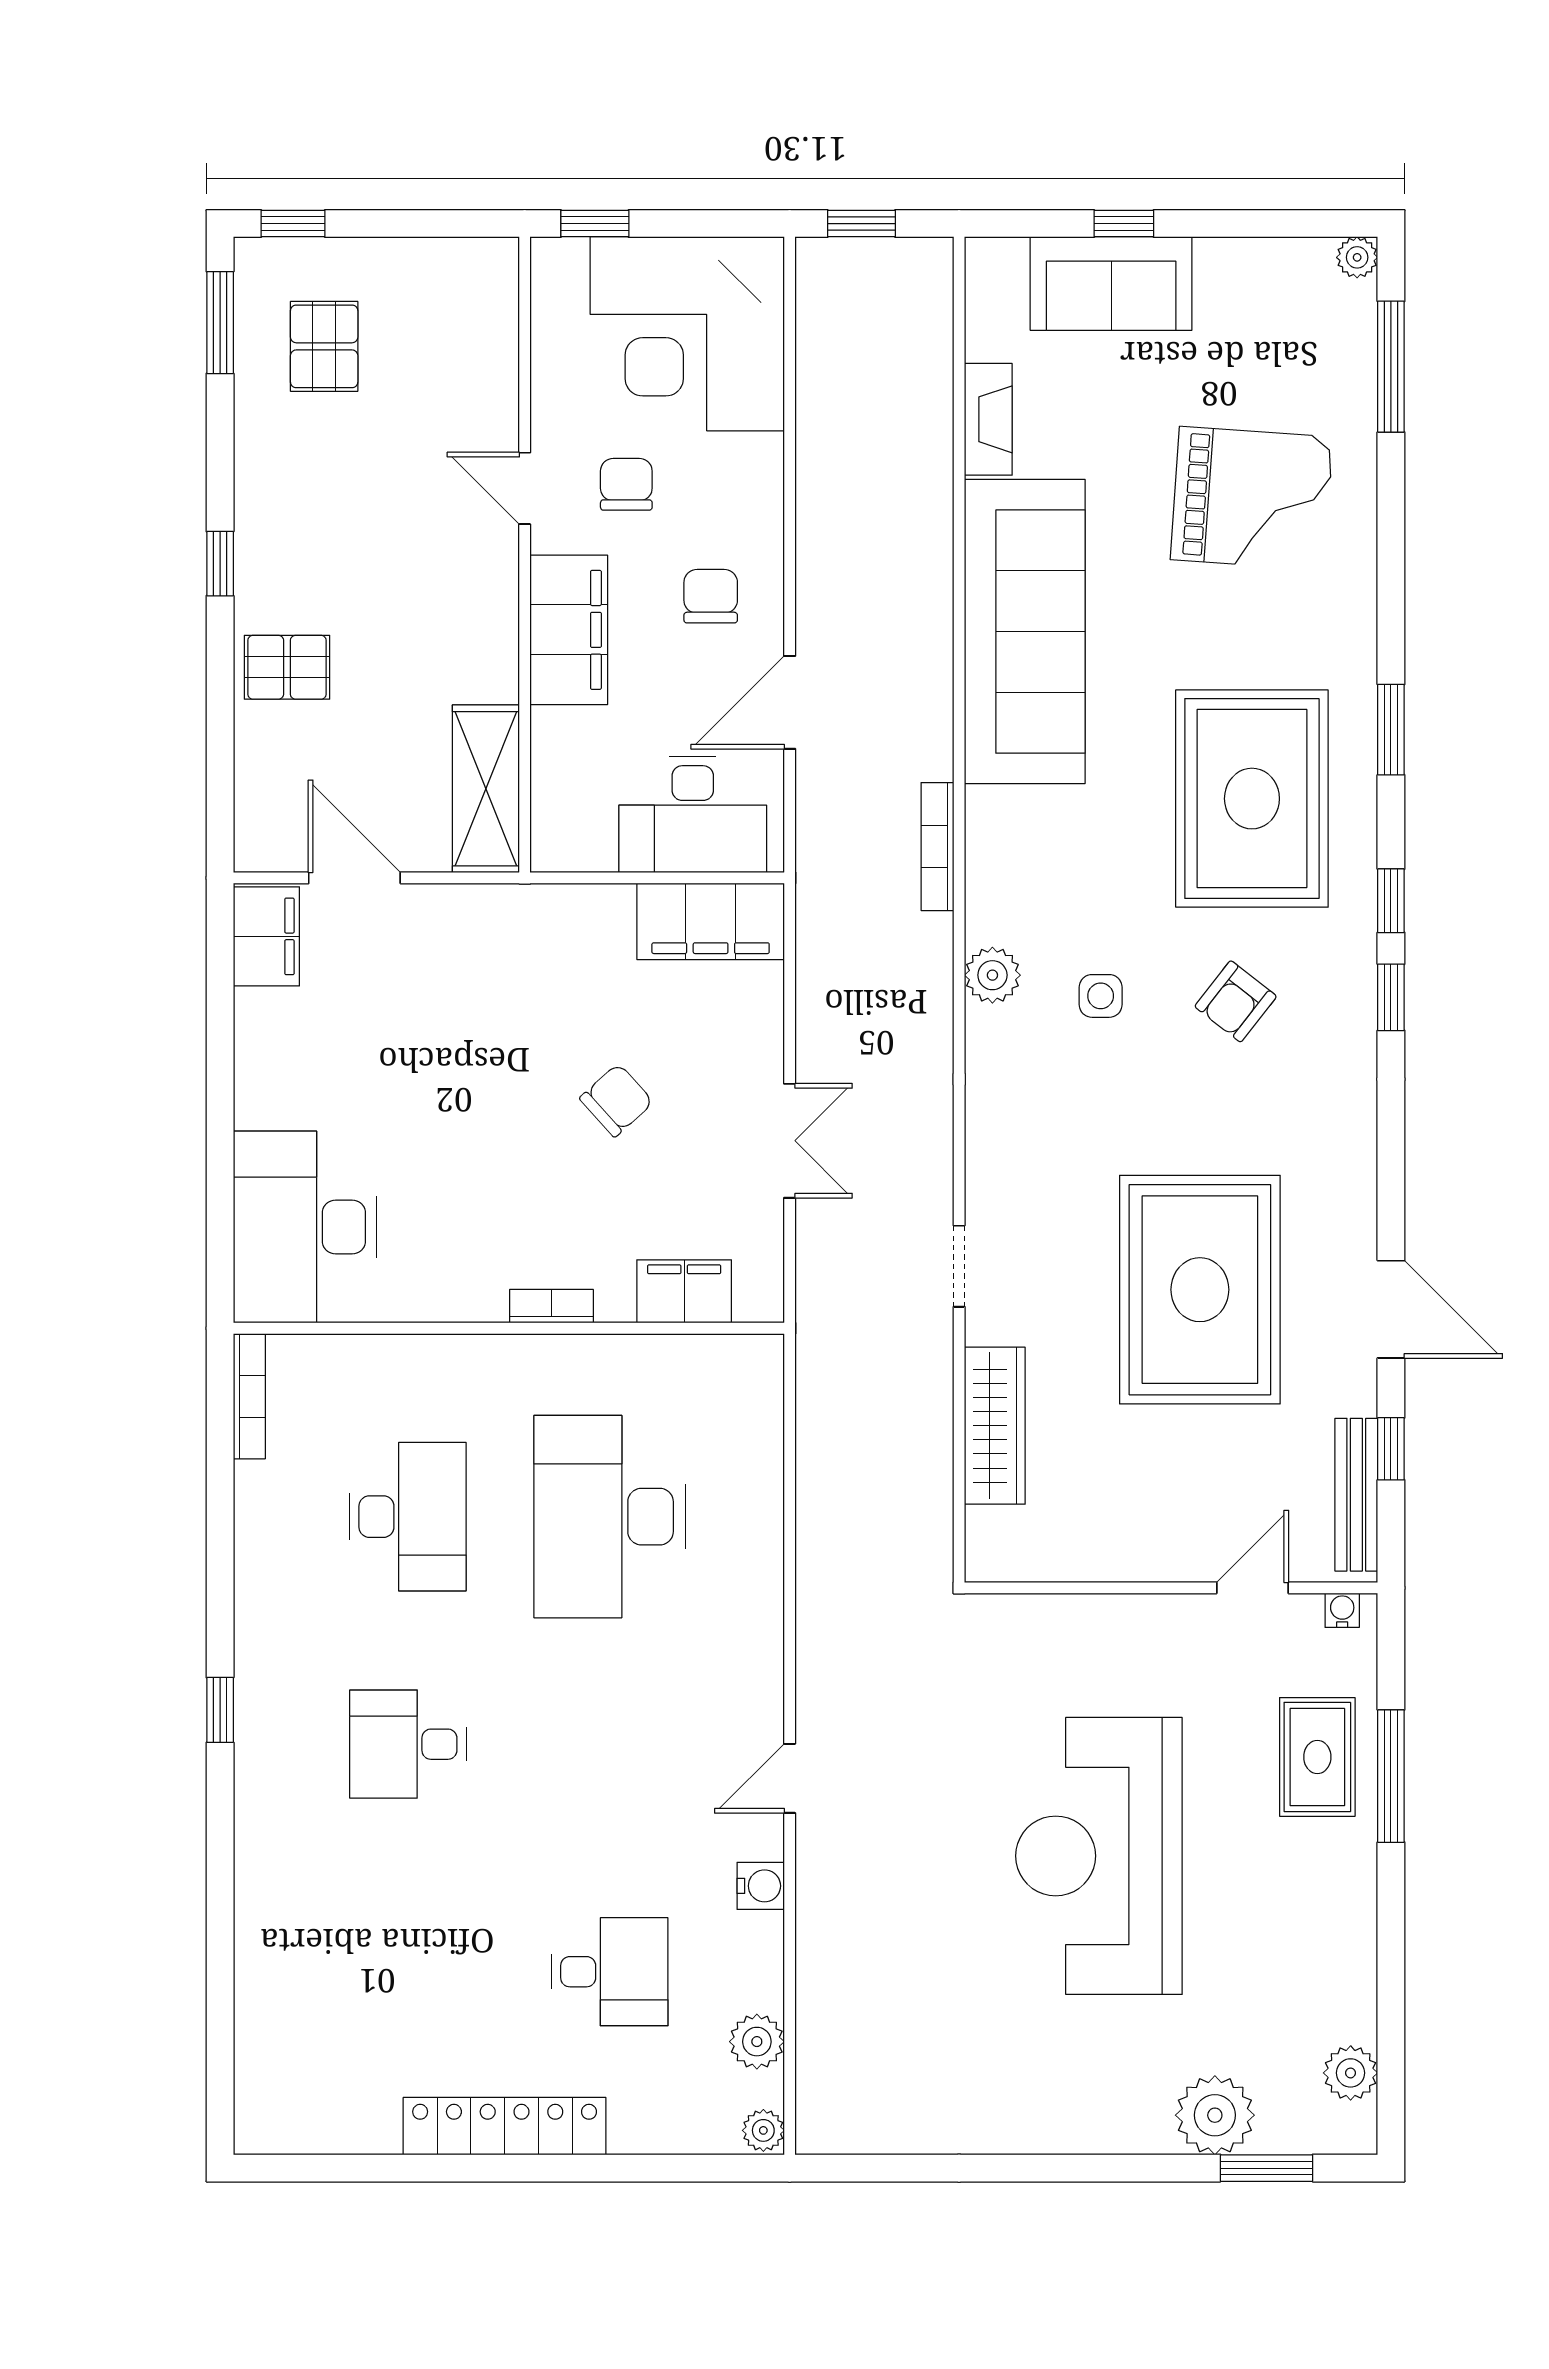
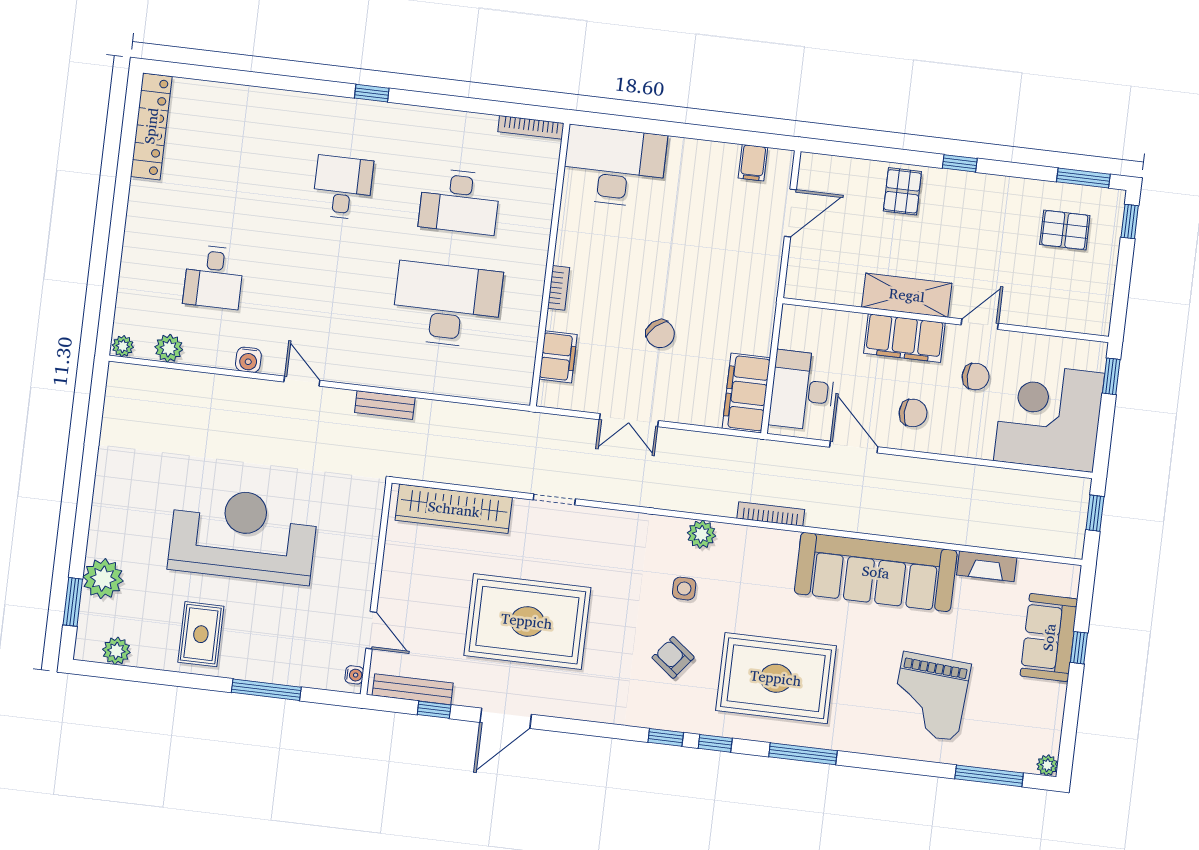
window: (1391, 730) -> (803, 754), width x1.44
shelving: (486, 789) -> (907, 295), moved
filing cabinet: (266, 936) -> (753, 163), width x0.50
wardrobe: (995, 1426) -> (454, 509), width x1.40, depth x1.17
bench: (816, 1613) -> (385, 405), added
rug: (1317, 1757) -> (201, 634), moved, turned 90
locker: (505, 2126) -> (151, 126), moved

